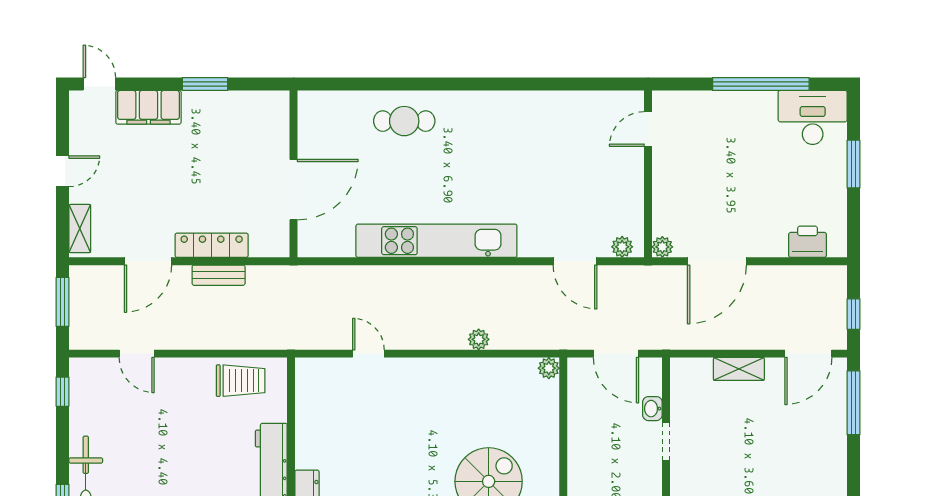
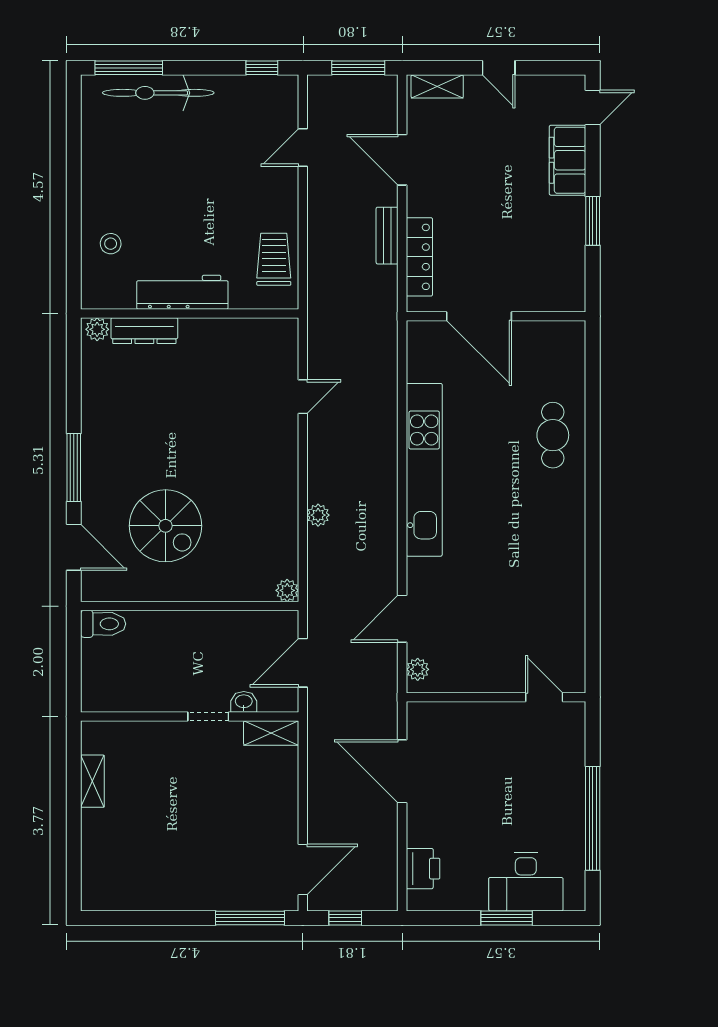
desk: (813, 117) -> (526, 882), moved, turned 90
locker: (212, 245) -> (419, 257), moved
plant: (662, 247) -> (418, 713), removed
door: (808, 354) -> (303, 870), swing flipped
shelving: (739, 369) -> (271, 733), moved, turned 90
trolley: (241, 381) -> (274, 259), turned 180

